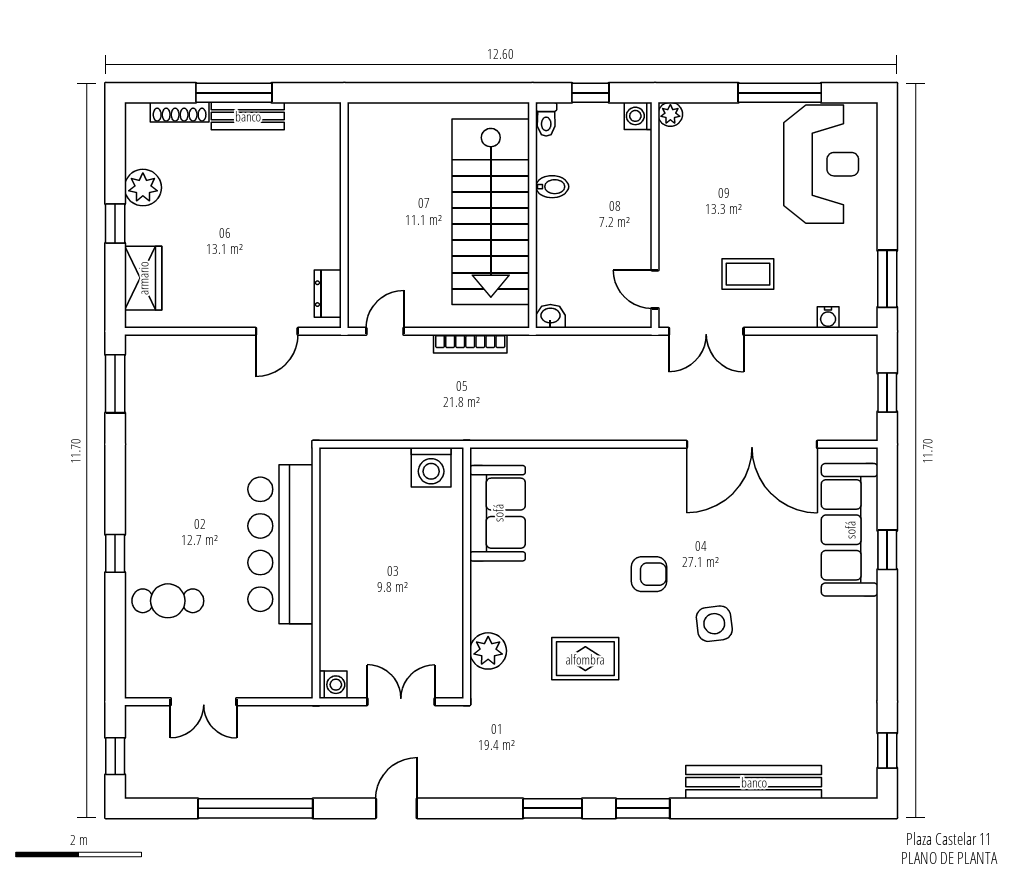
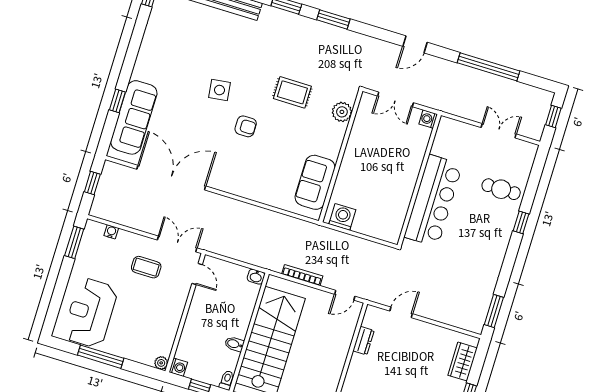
dresser: (328, 294) -> (363, 341), moved
armchair: (649, 574) -> (246, 126), turned 180

